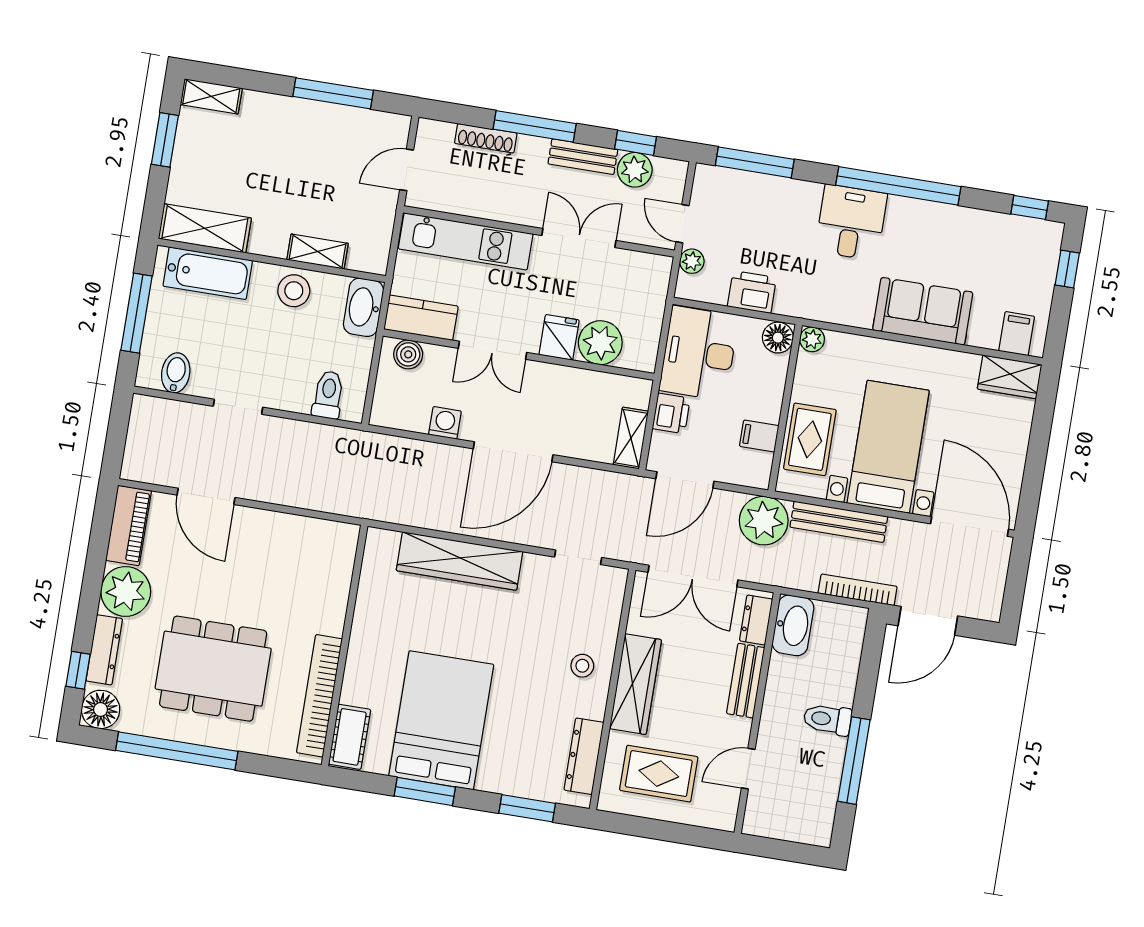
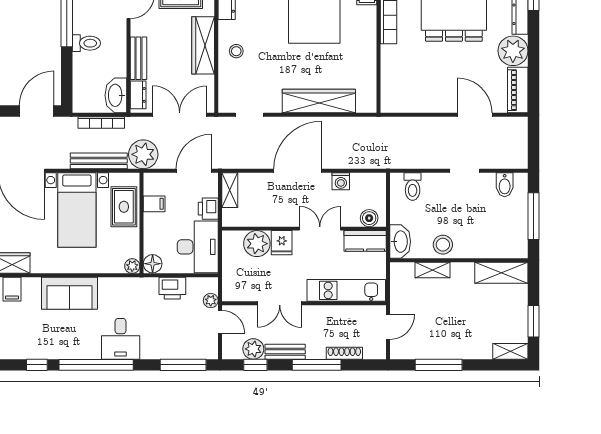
window: (1030, 207) -> (37, 365), moved
bathtub: (208, 273) -> (495, 247), removed
bookcase: (858, 590) -> (101, 123), moved

